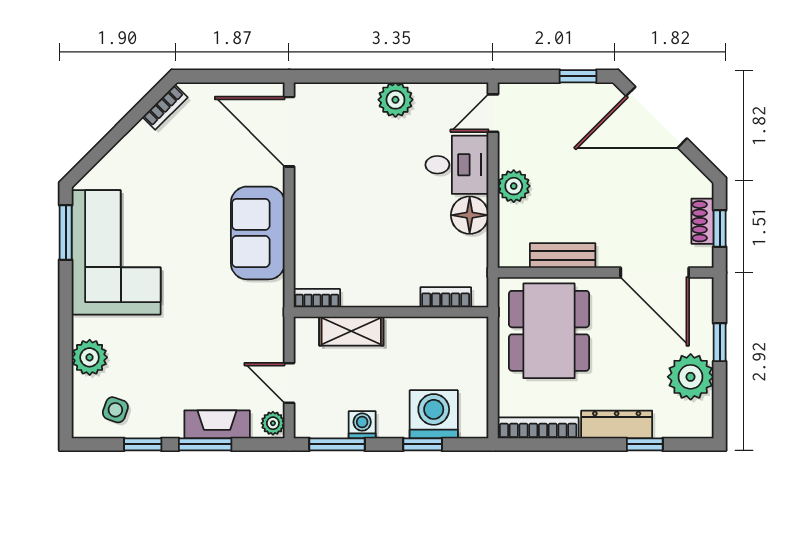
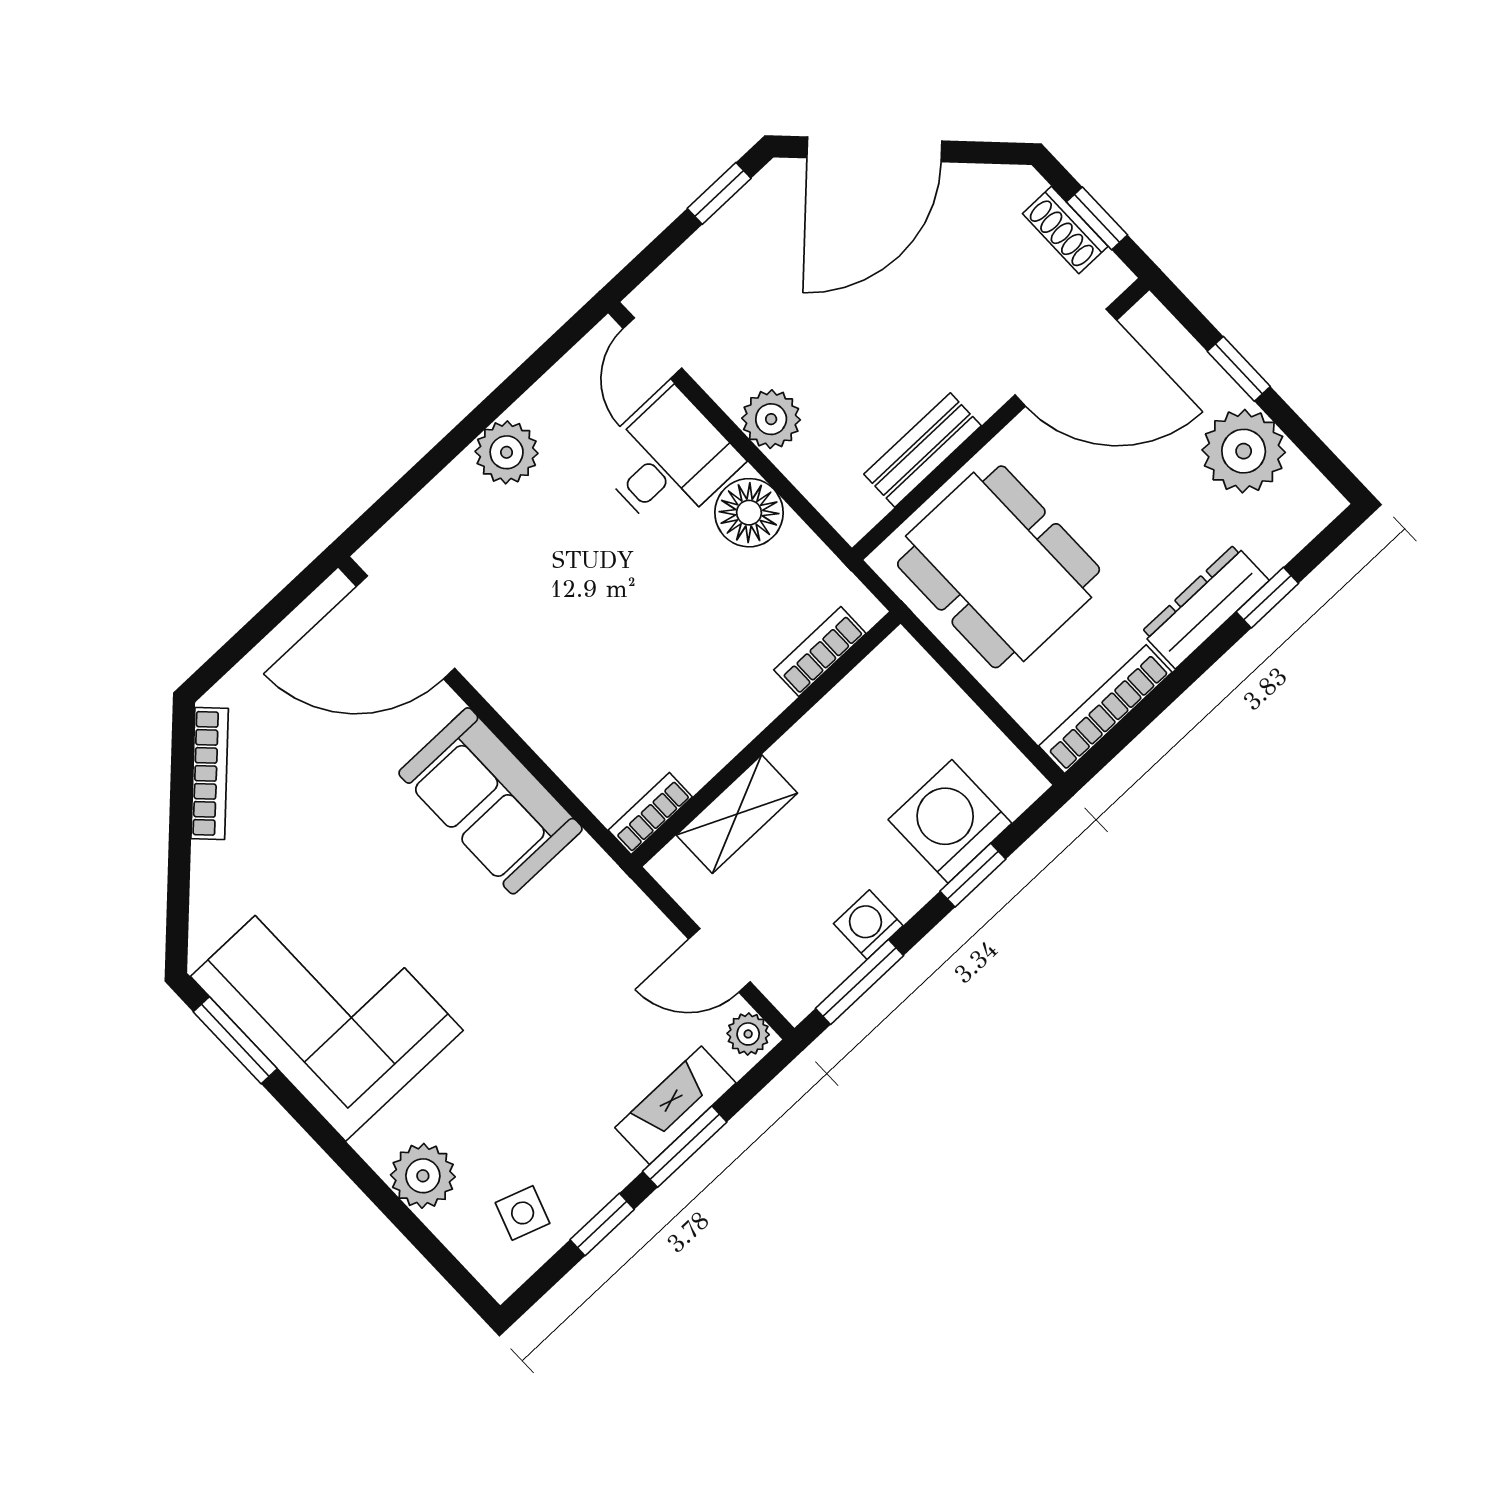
bookcase: (165, 107) -> (210, 773), width x1.56

